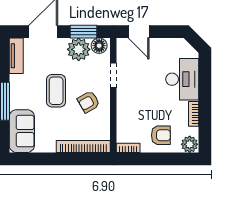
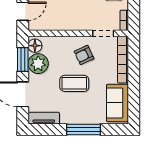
doorway: (113, 75) -> (103, 33), moved
armchair: (89, 102) -> (84, 55), turned 95
sofa: (22, 131) -> (117, 103), moved, turned -90

